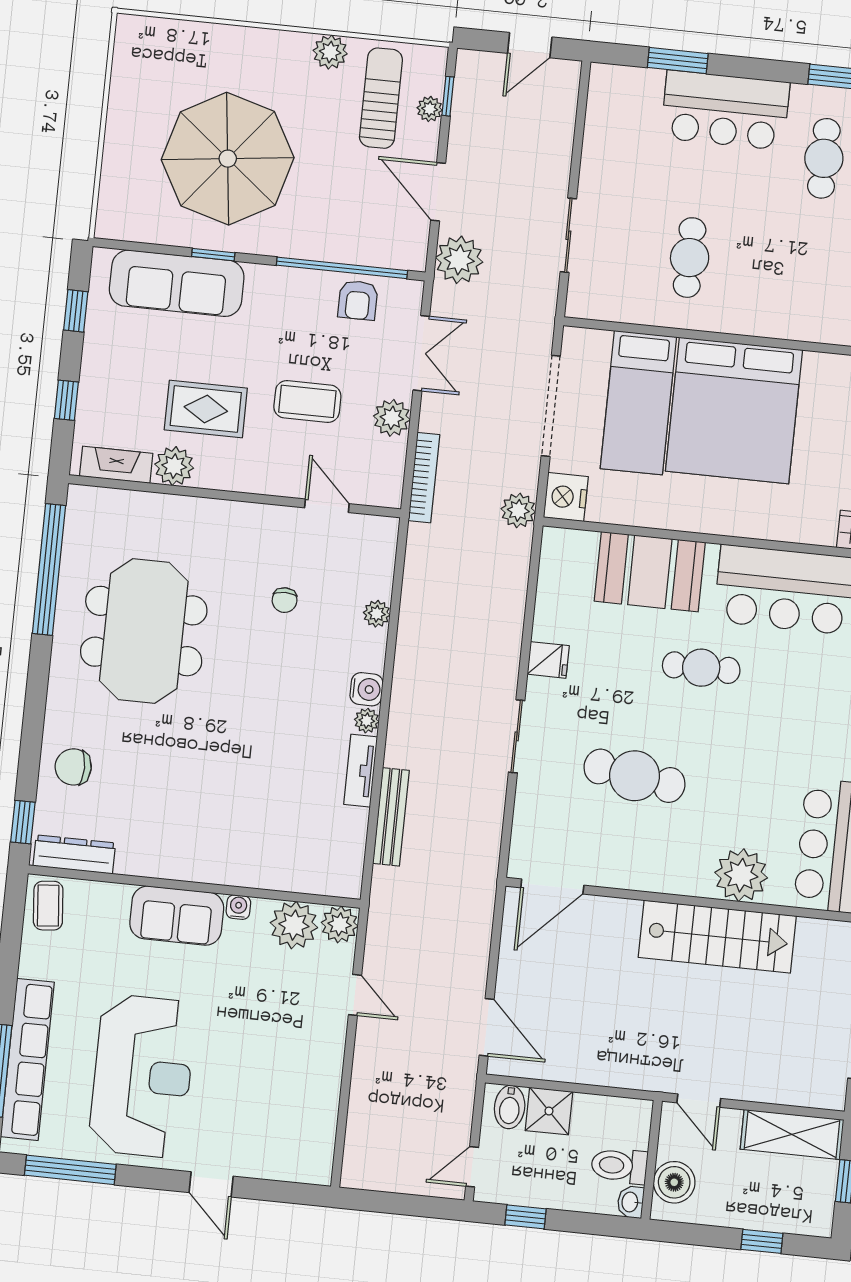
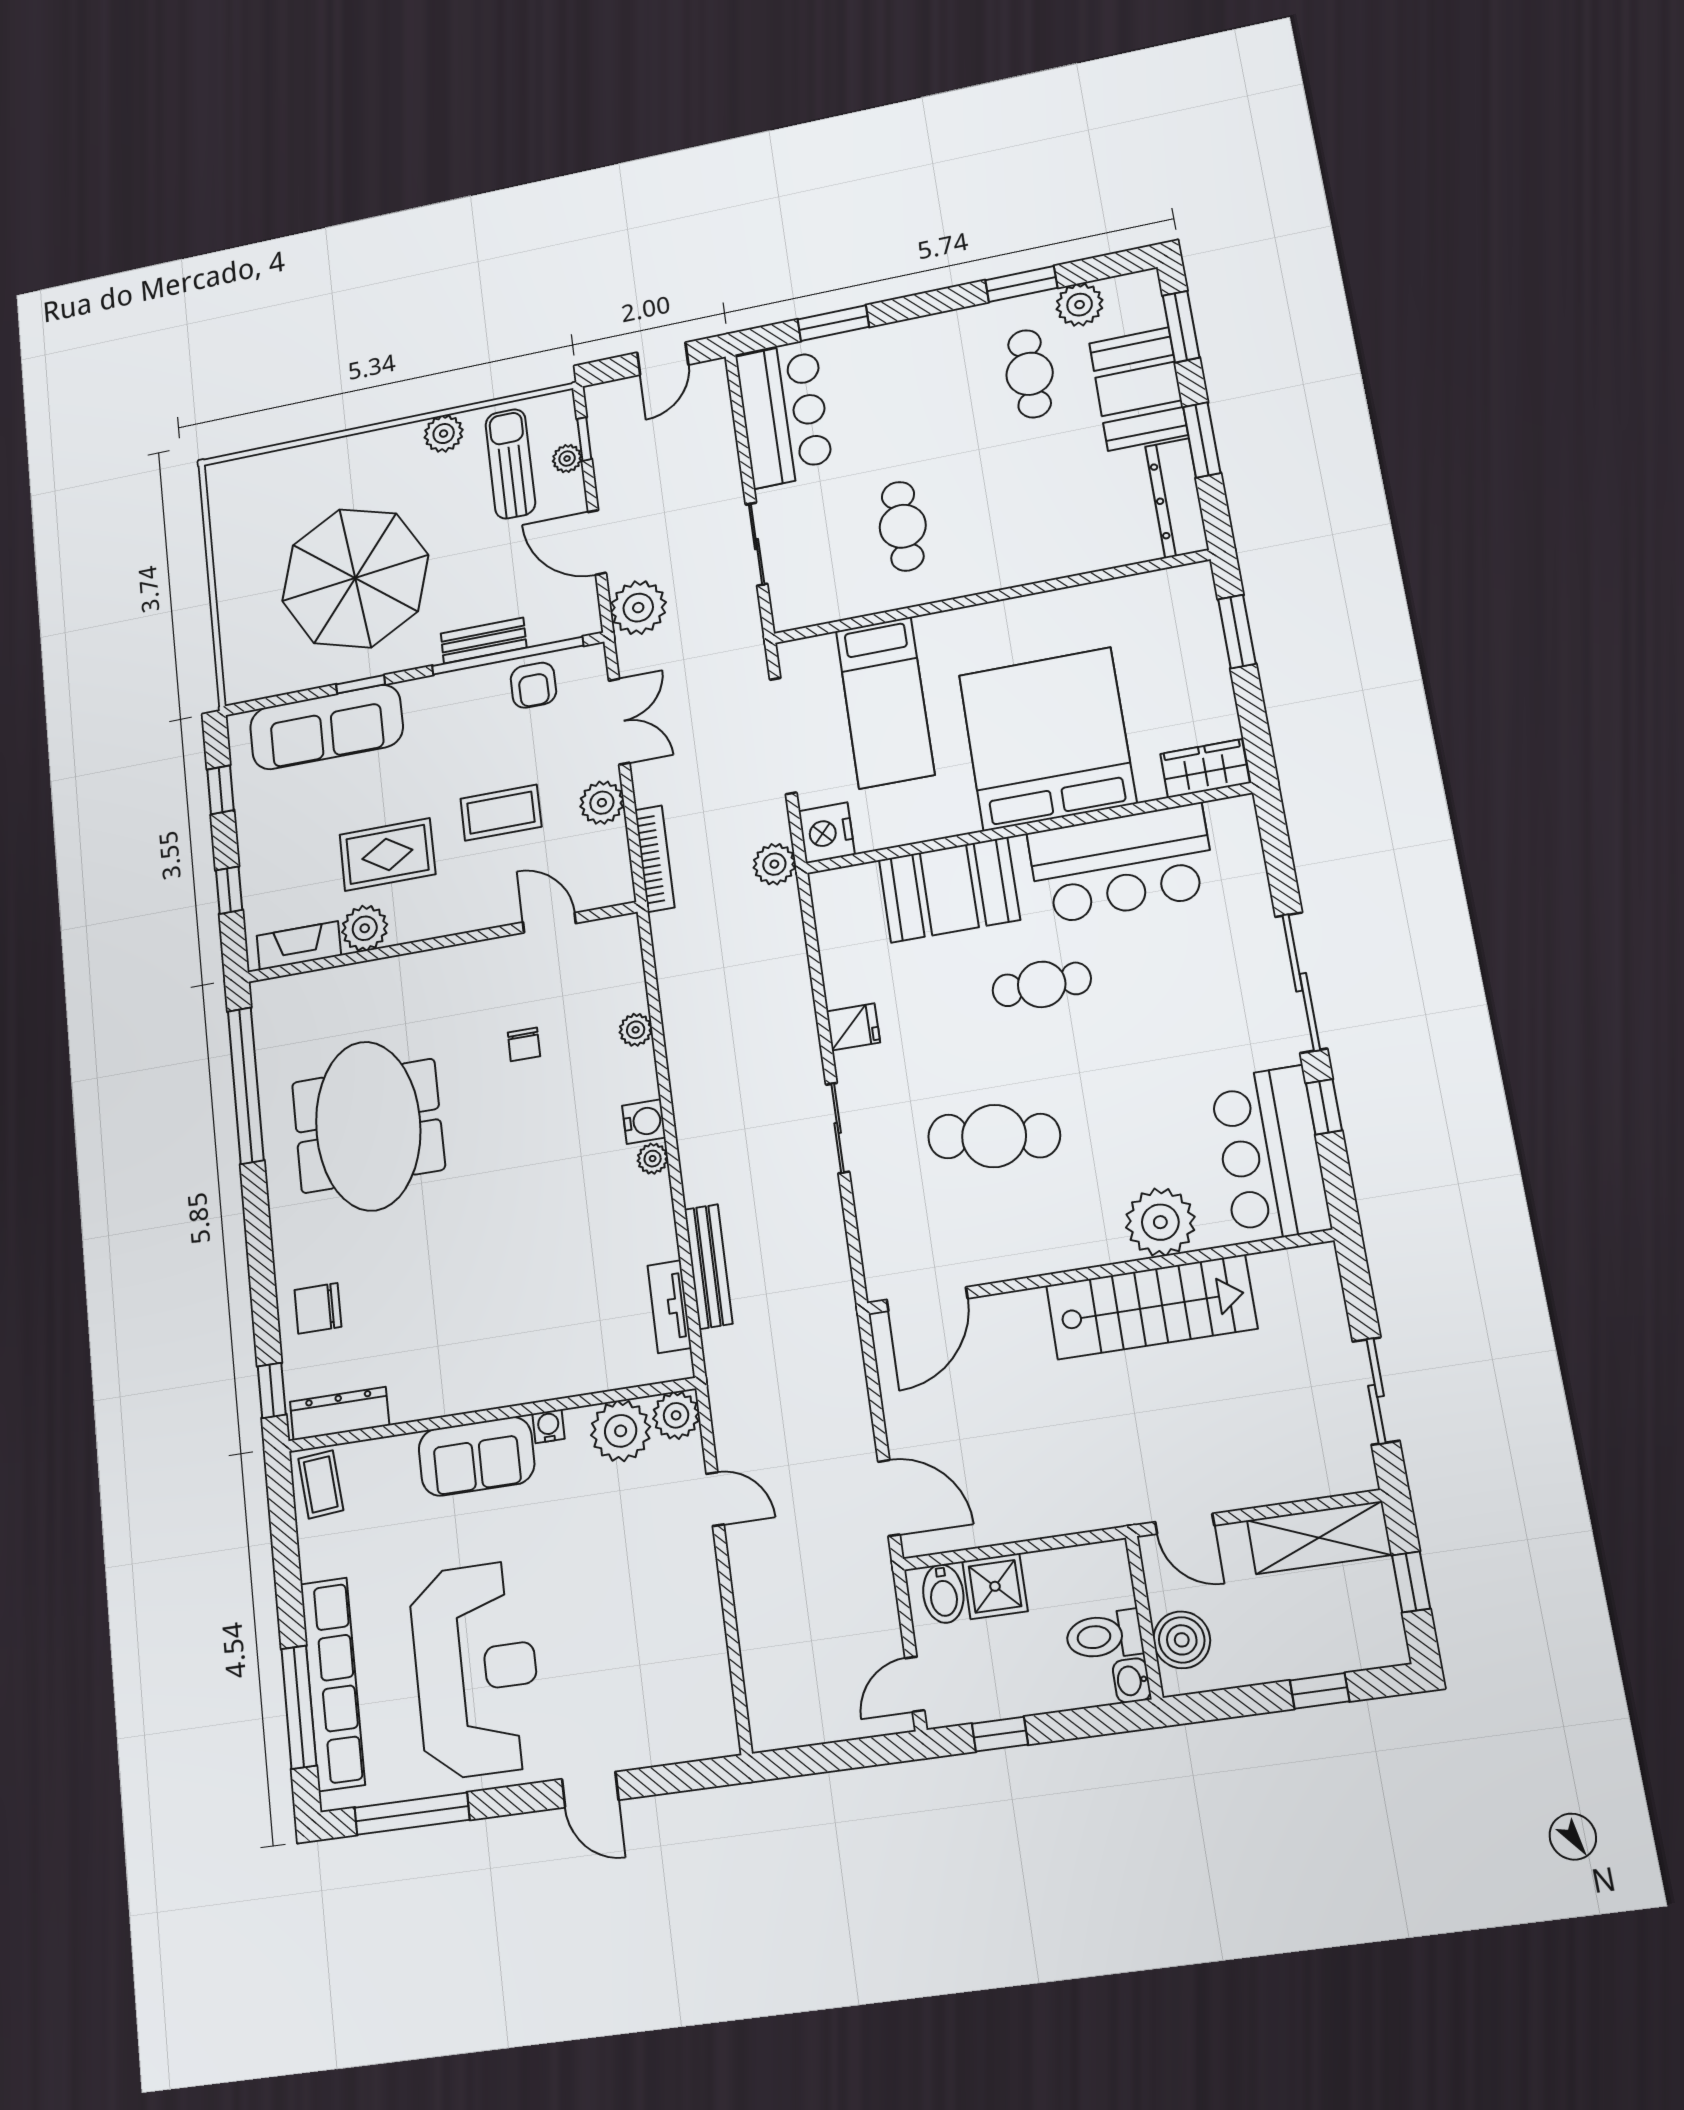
bar counter: (725, 110) -> (784, 414), moved, turned -90
bench: (325, 248) -> (484, 640), added
bed: (734, 411) -> (1047, 739), moved, turned 180
tv unit: (361, 771) -> (669, 1307), moved

